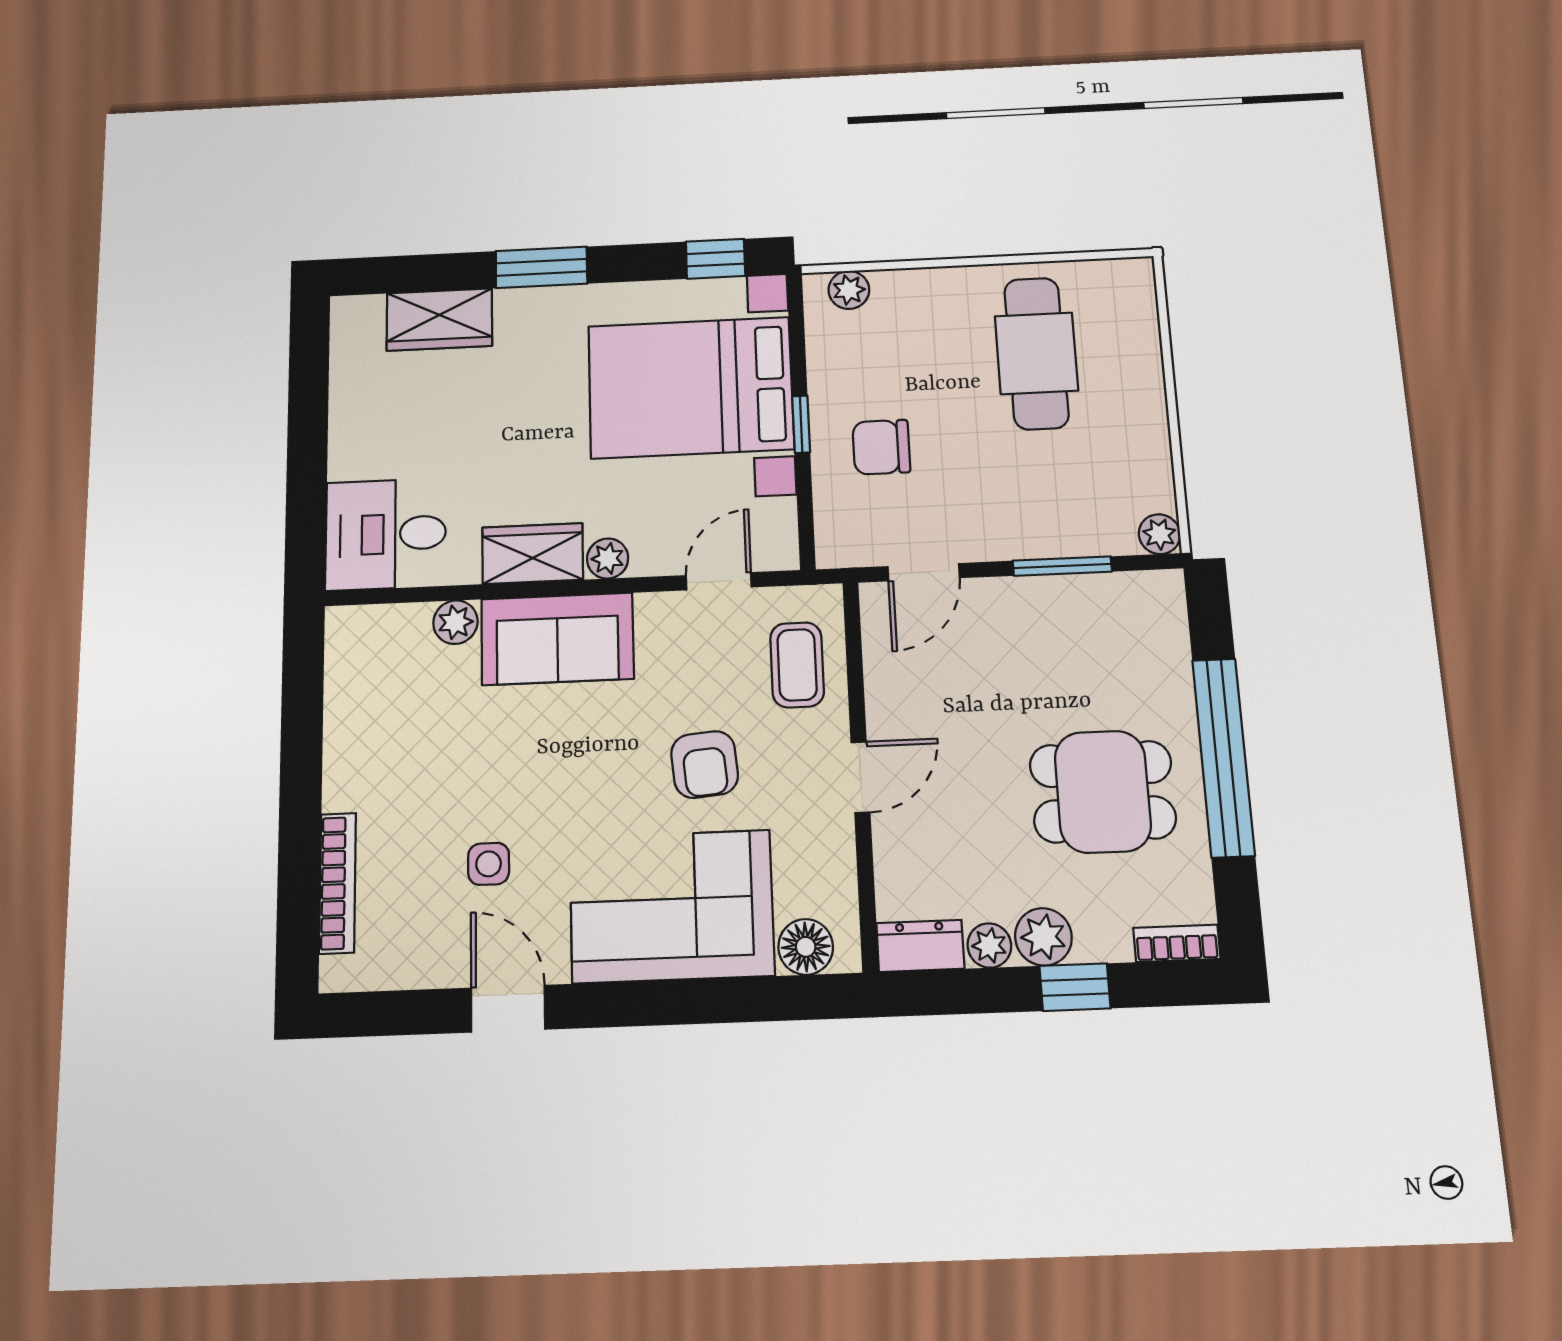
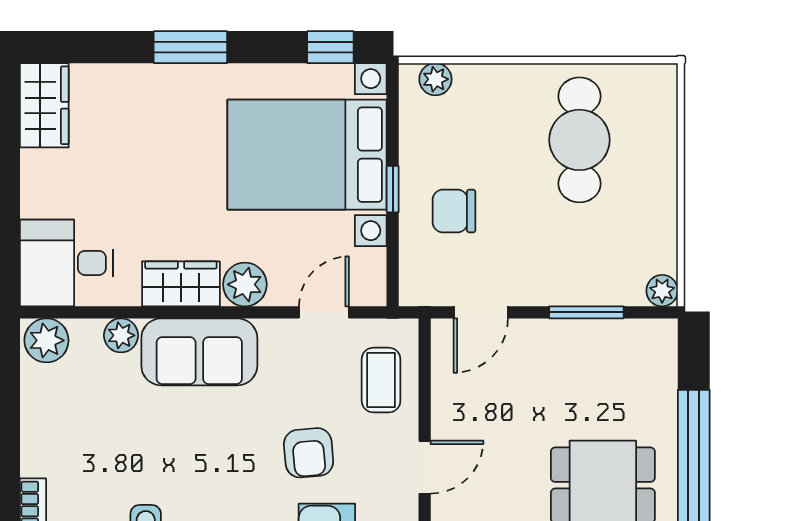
wardrobe: (439, 320) -> (44, 105), moved, turned -90
plant: (608, 559) -> (245, 284), width x1.38, depth x1.38
plant: (359, 633) -> (46, 340), added

